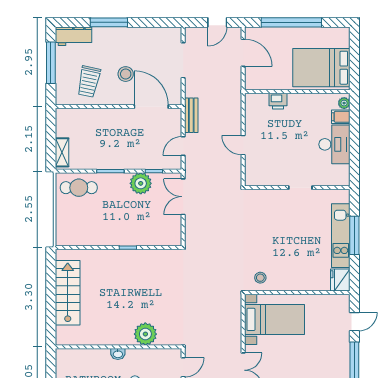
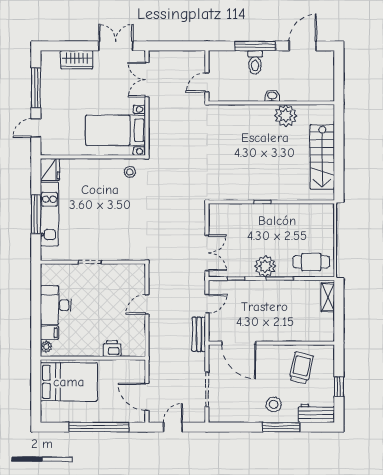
window: (51, 63) -> (339, 387), width x0.46
stool: (126, 74) -> (274, 404), moved
door: (243, 145) -> (147, 304), swing flipped
plant: (141, 183) -> (265, 266), moved
plant: (145, 334) -> (286, 116), moved

